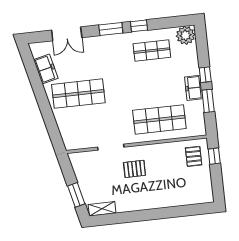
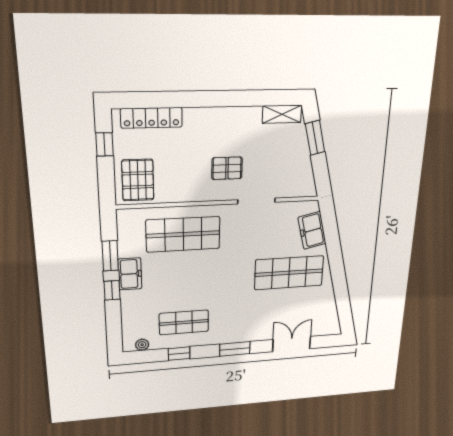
window: (139, 26) -> (179, 354), moved
plant: (185, 35) -> (142, 345), width x0.53, depth x0.53
freezer: (46, 69) -> (312, 230), moved
pallet: (194, 156) -> (138, 180), width x1.50, depth x1.42
window: (214, 156) -> (104, 144), moved
locker: (188, 199) -> (151, 118), added

